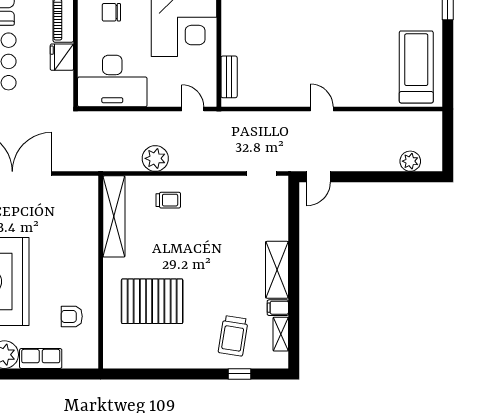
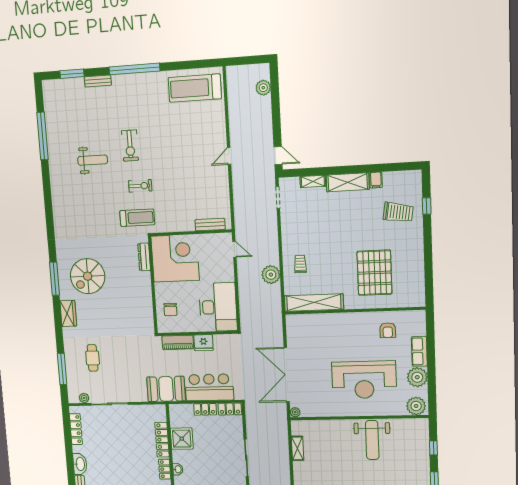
door: (193, 109) -> (234, 249), swing flipped
shelving: (281, 334) -> (313, 181), moved

